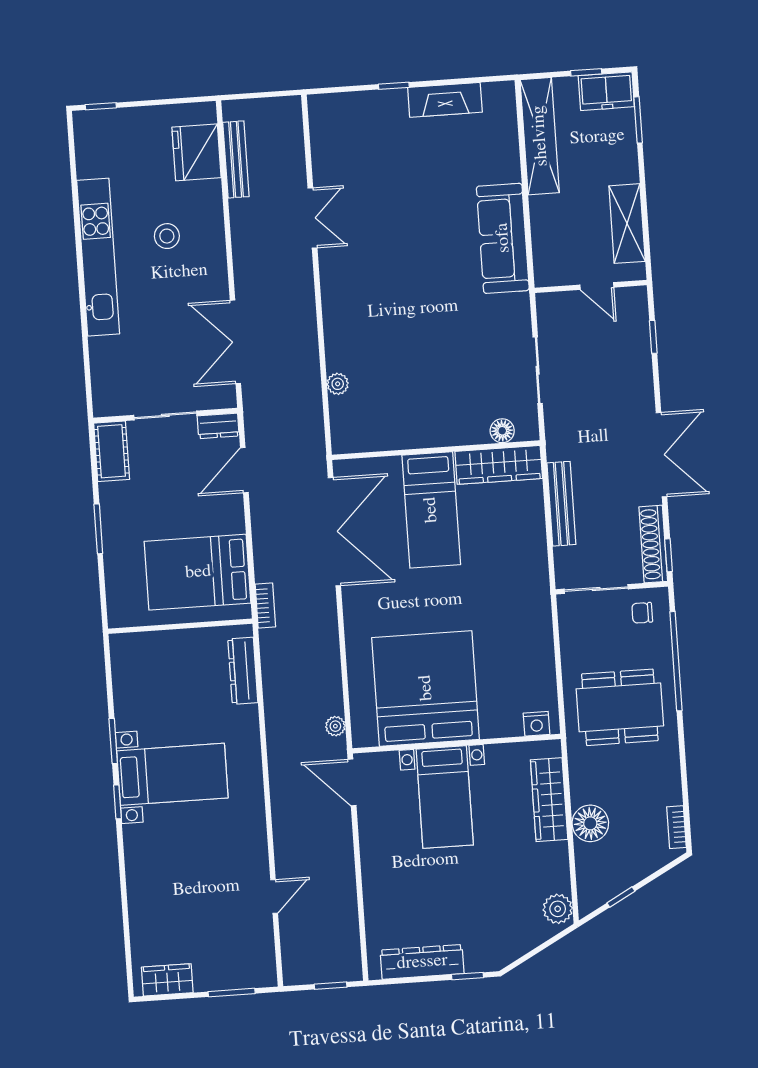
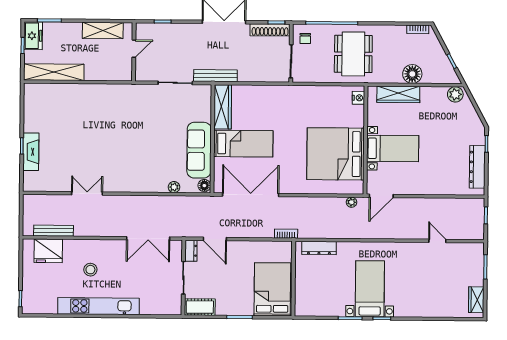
fireplace: (445, 100) -> (31, 152), moved
sofa: (503, 238) -> (199, 150), moved, turned 90
floor lamp: (502, 431) -> (204, 186), moved
bench: (561, 504) -> (215, 76), moved
bed: (198, 572) -> (272, 289), moved, turned 180

